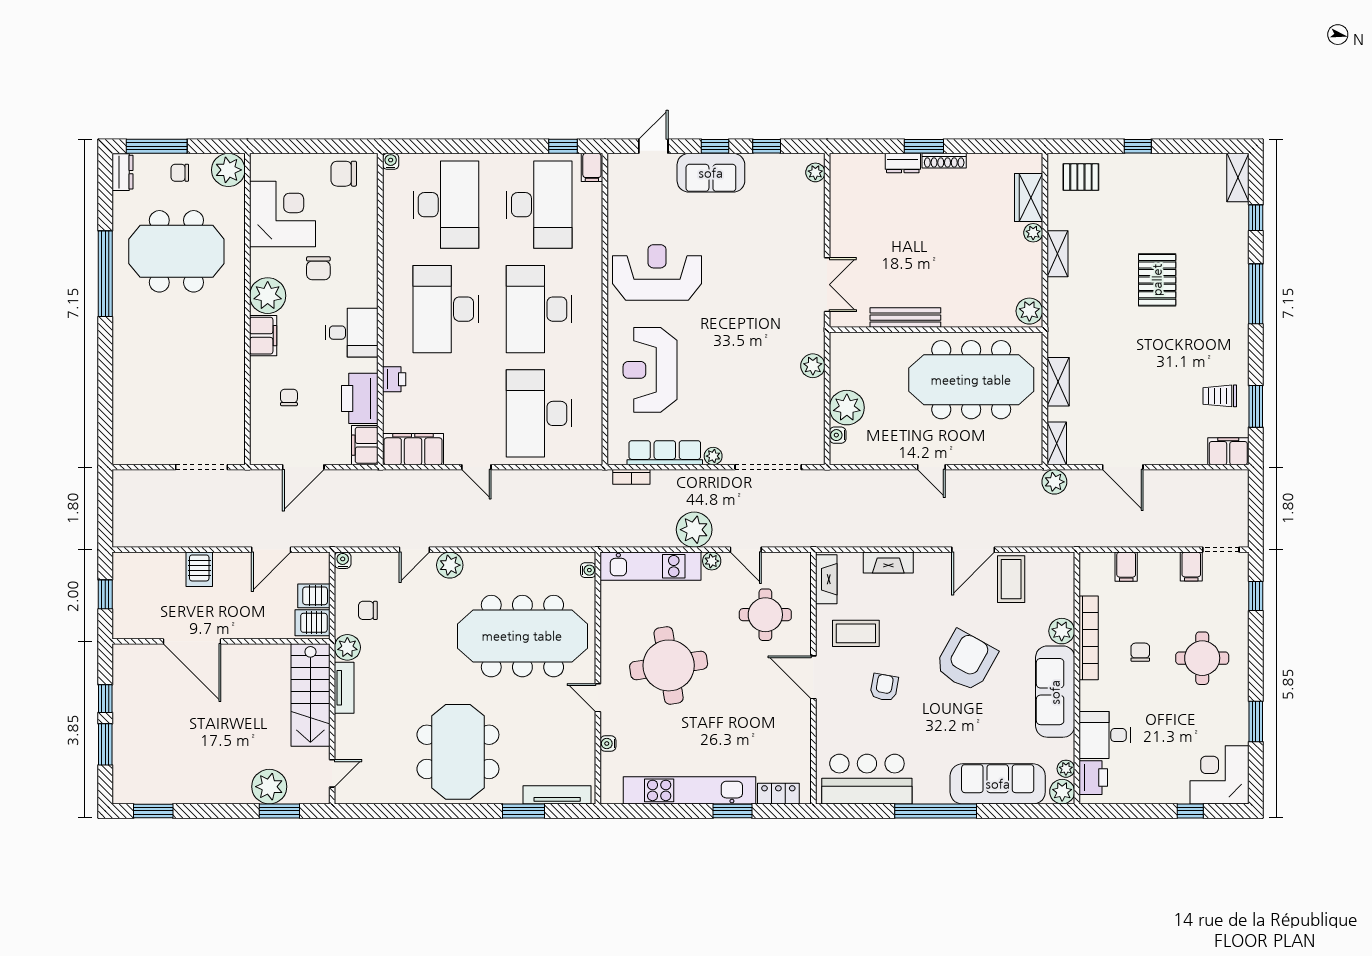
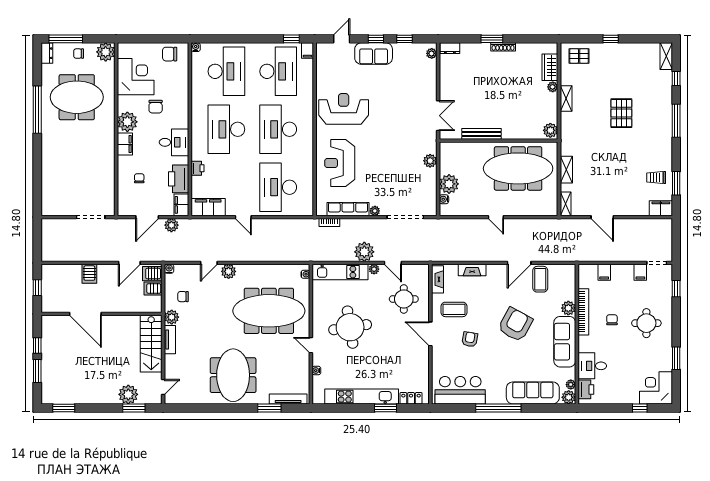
dresser: (903, 163) -> (450, 48), moved
plant: (1054, 482) -> (171, 225), moved
server rack: (313, 623) -> (152, 274), moved

